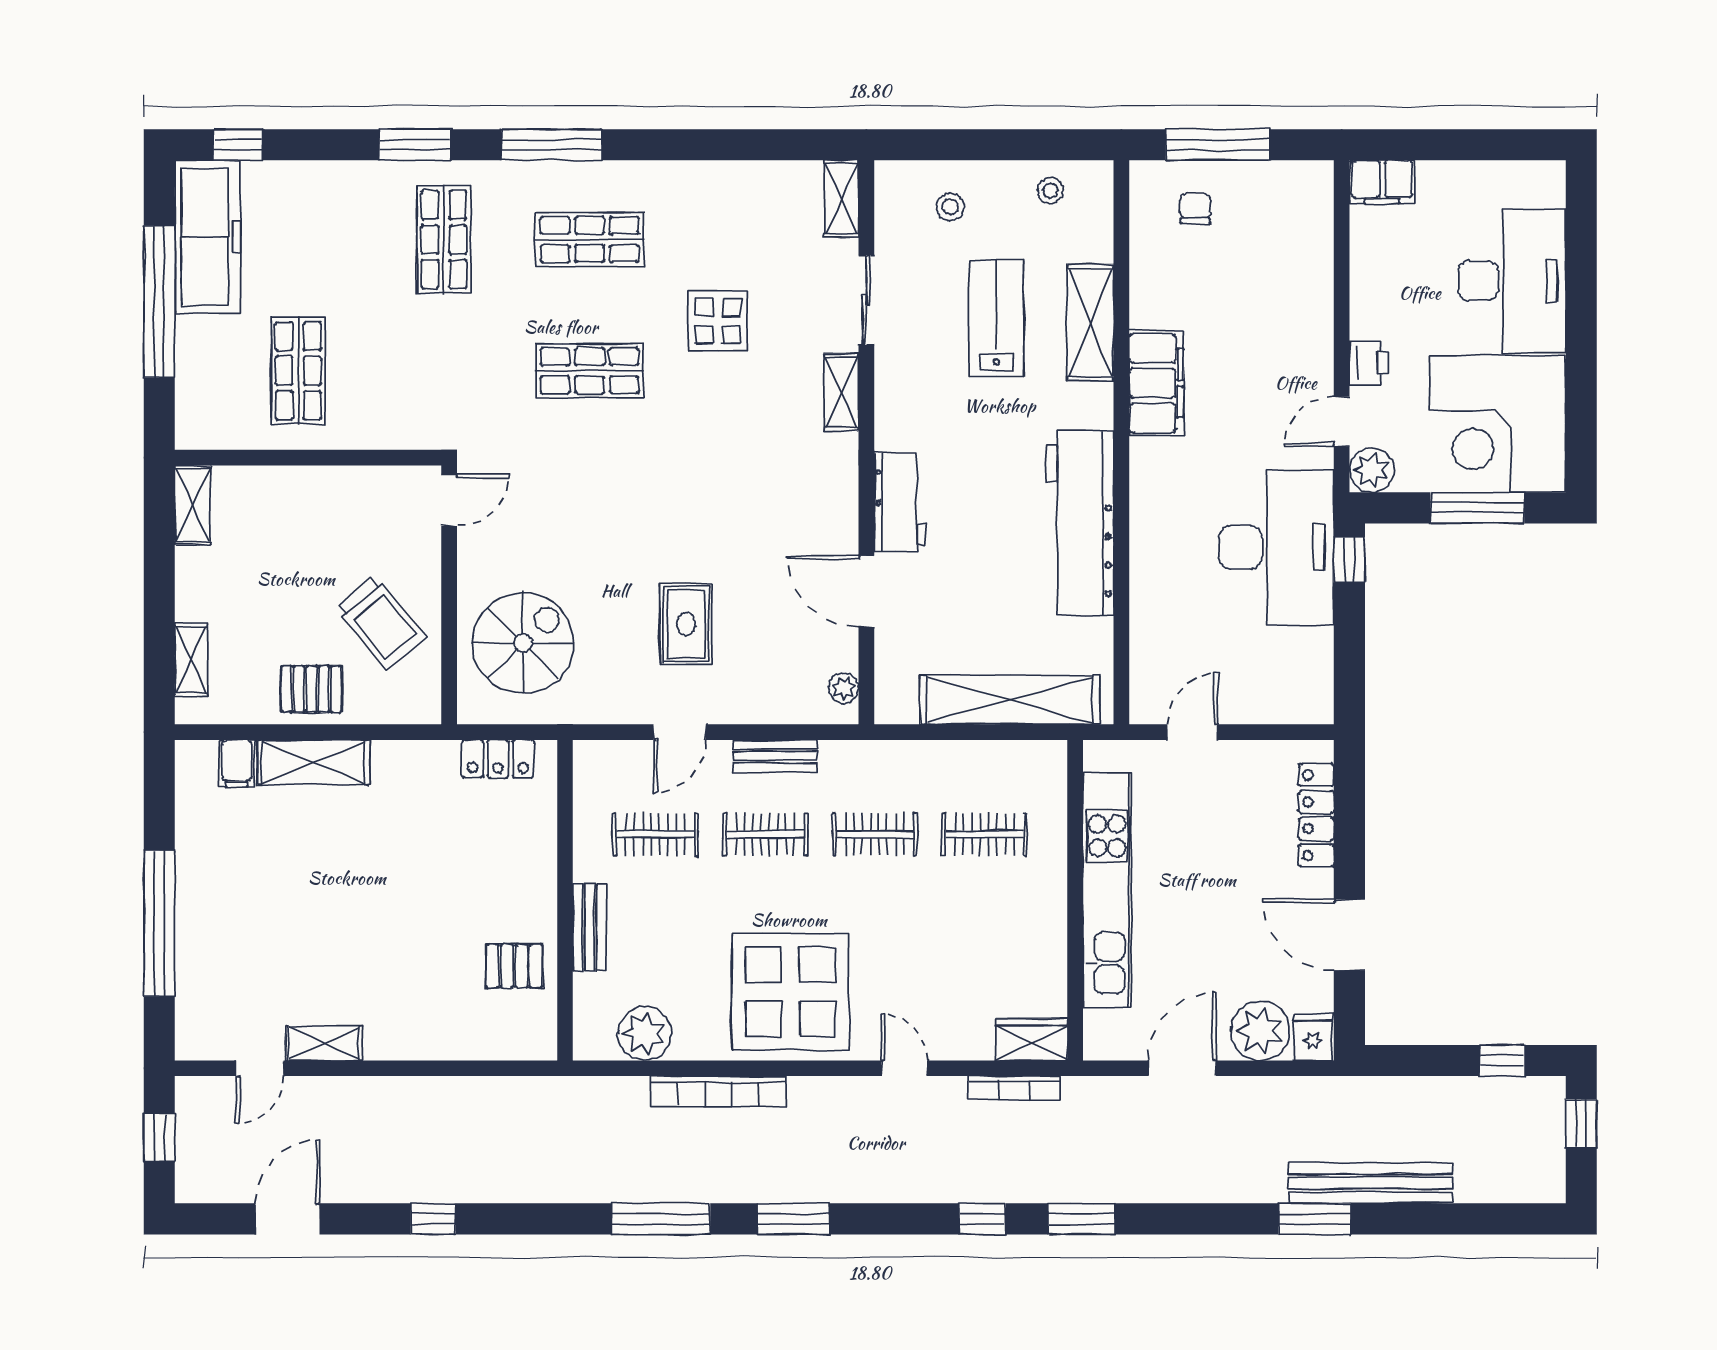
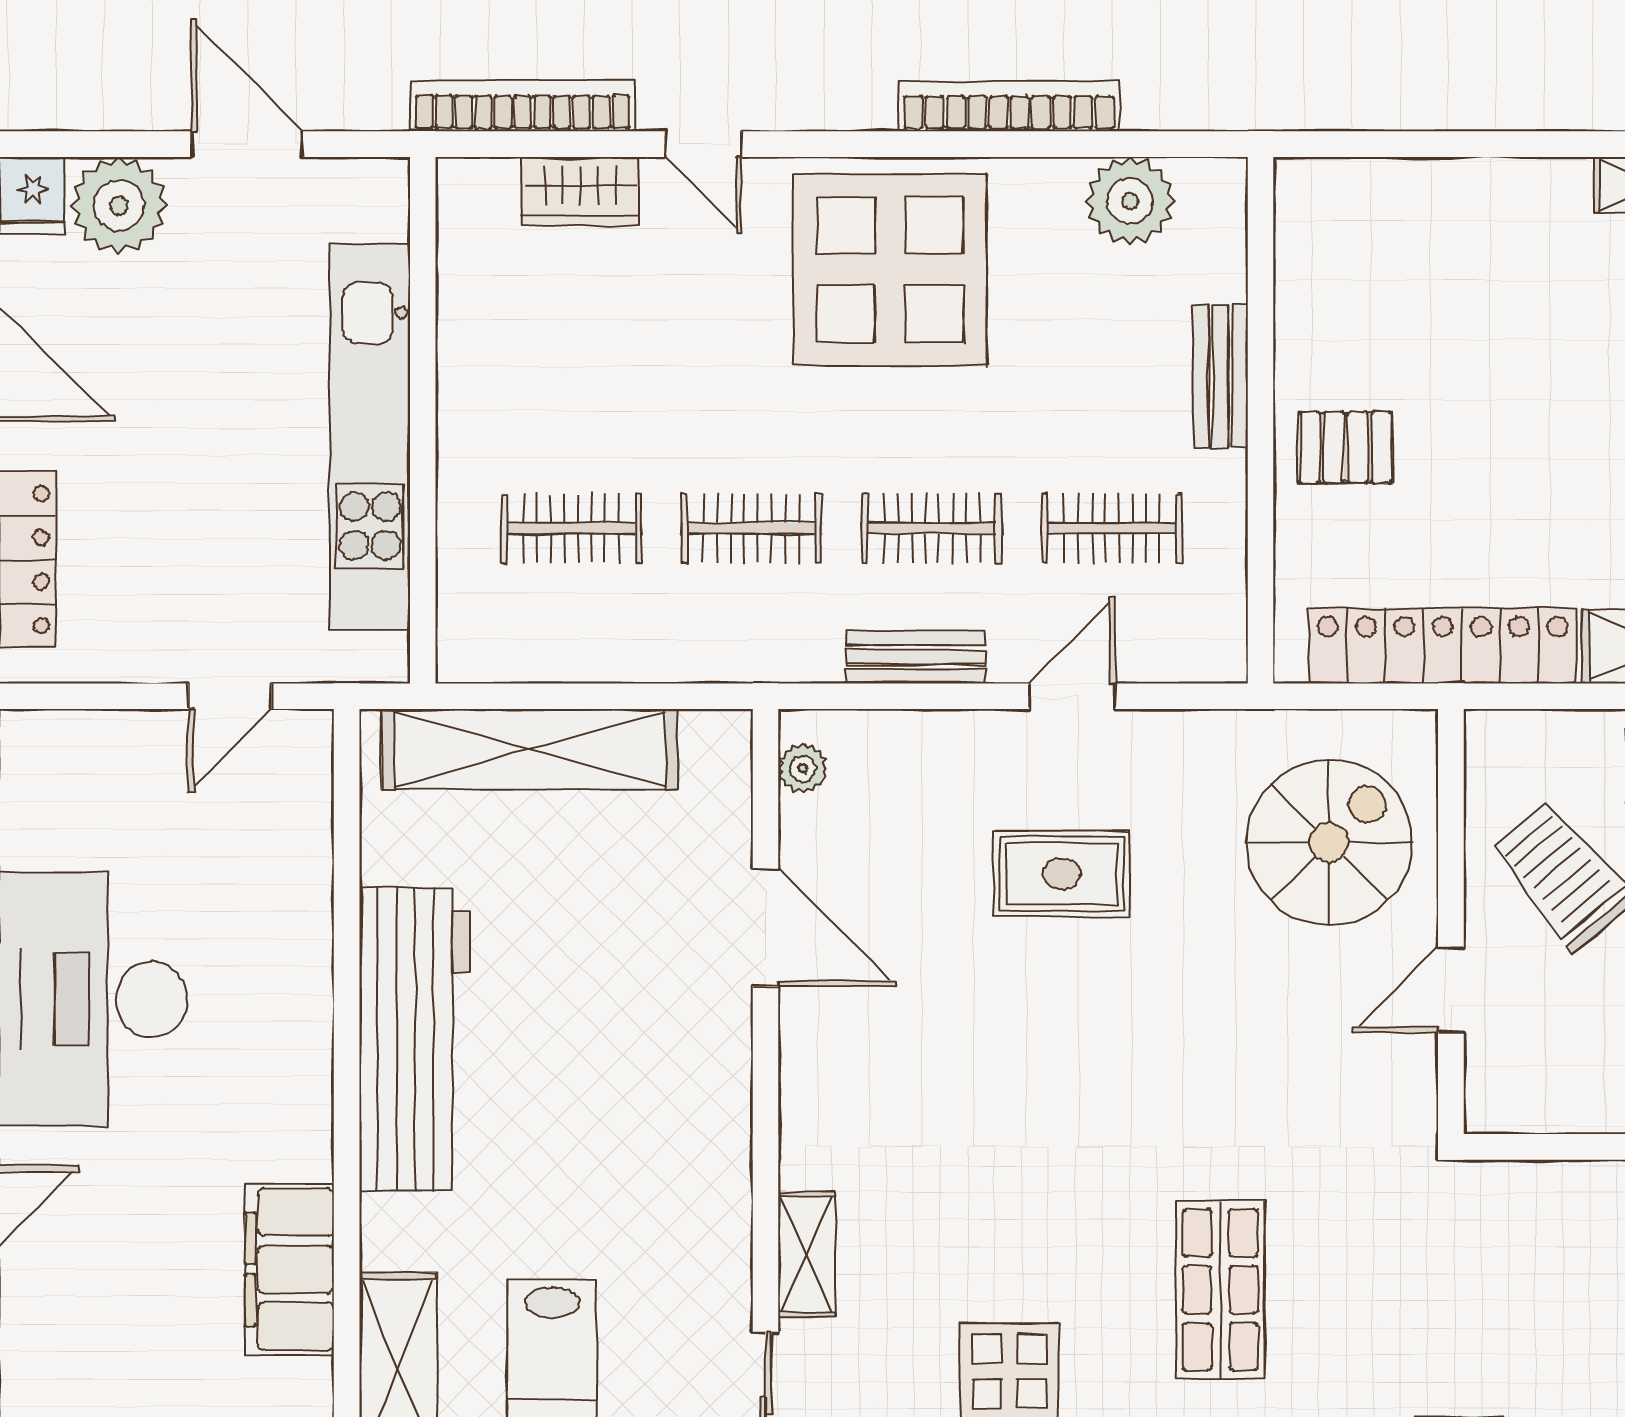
shop shelf: (590, 371) -> (1220, 1290), turned 90
door: (449, 500) -> (1451, 989), moved
workbench: (900, 502) -> (711, 1073), removed
rug: (686, 624) -> (1062, 874), turned 90
spiral stairs: (523, 643) -> (1329, 842), turned 180
locker: (498, 759) -> (1443, 646), width x2.16, depth x1.21
pallet: (514, 966) -> (1346, 447), moved
wardrobe: (1031, 1040) -> (580, 191), moved
door: (1182, 1068) -> (247, 144), swing flipped
bookcase: (1014, 1088) -> (523, 106), width x1.48, depth x1.31

